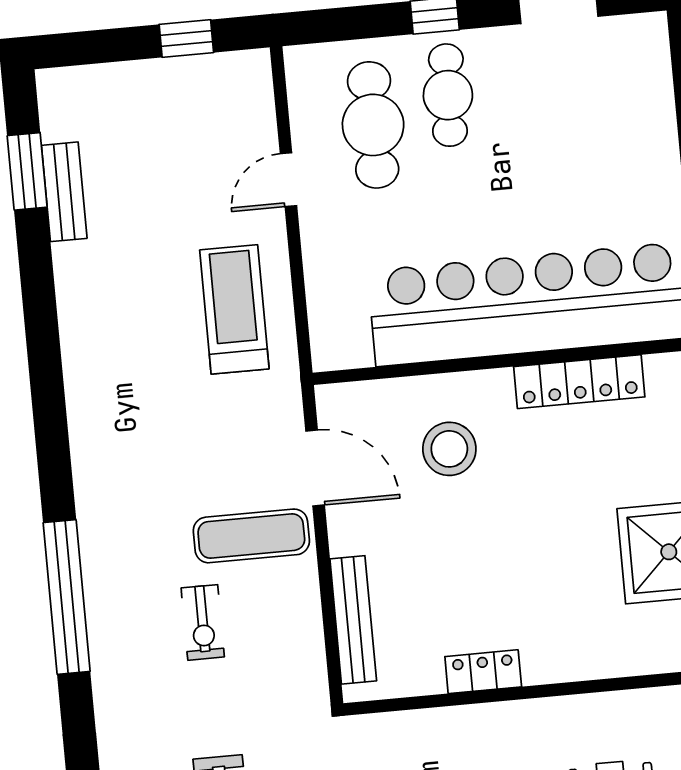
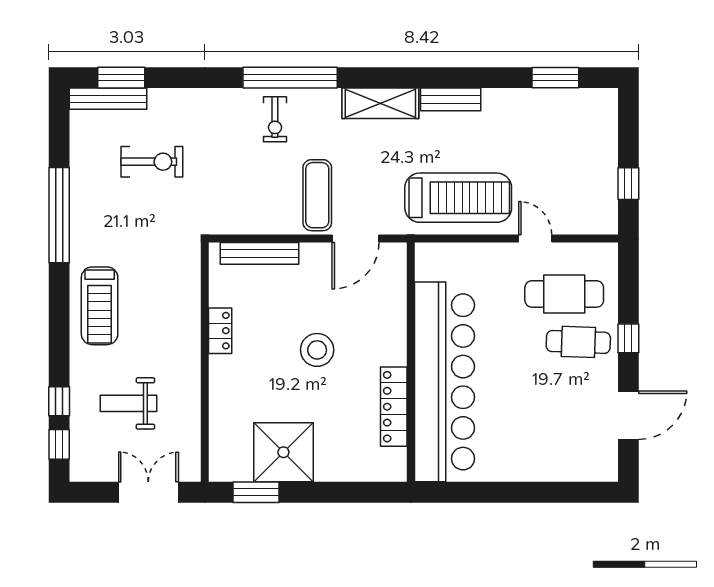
bench: (64, 192) -> (451, 99), moved
treadmill: (234, 309) -> (458, 198), width x1.37, depth x1.38
shelving: (94, 448) -> (380, 103), added
stool: (449, 449) -> (317, 350), moved
exercise bike: (203, 622) -> (275, 119), moved, turned -90

